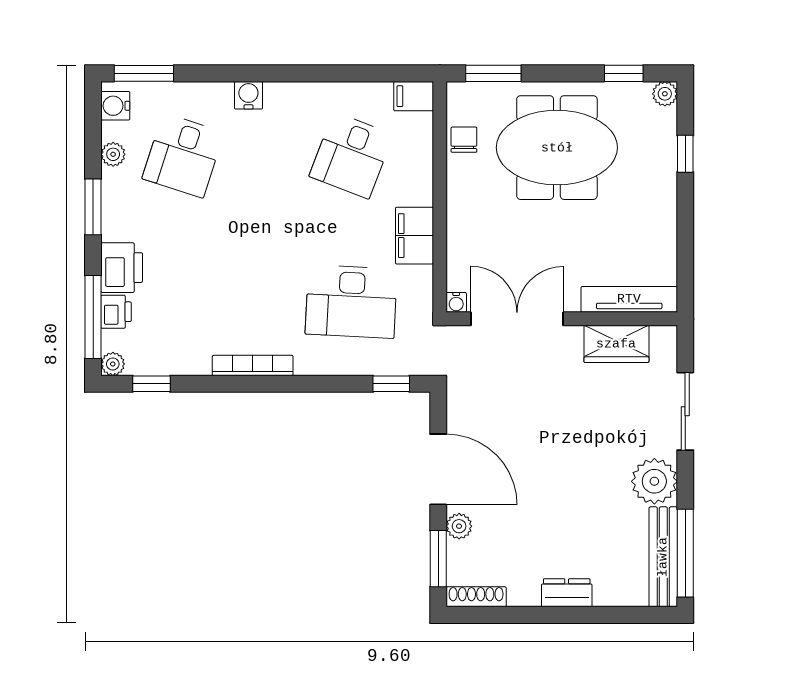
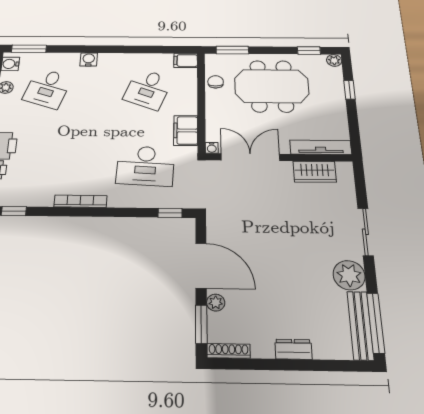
tv unit: (629, 299) -> (321, 147), moved
water cooler: (456, 302) -> (212, 148), moved
double door: (517, 319) -> (250, 157), moved
wall: (562, 319) -> (279, 157), moved
wardrobe: (616, 344) -> (315, 172), moved

